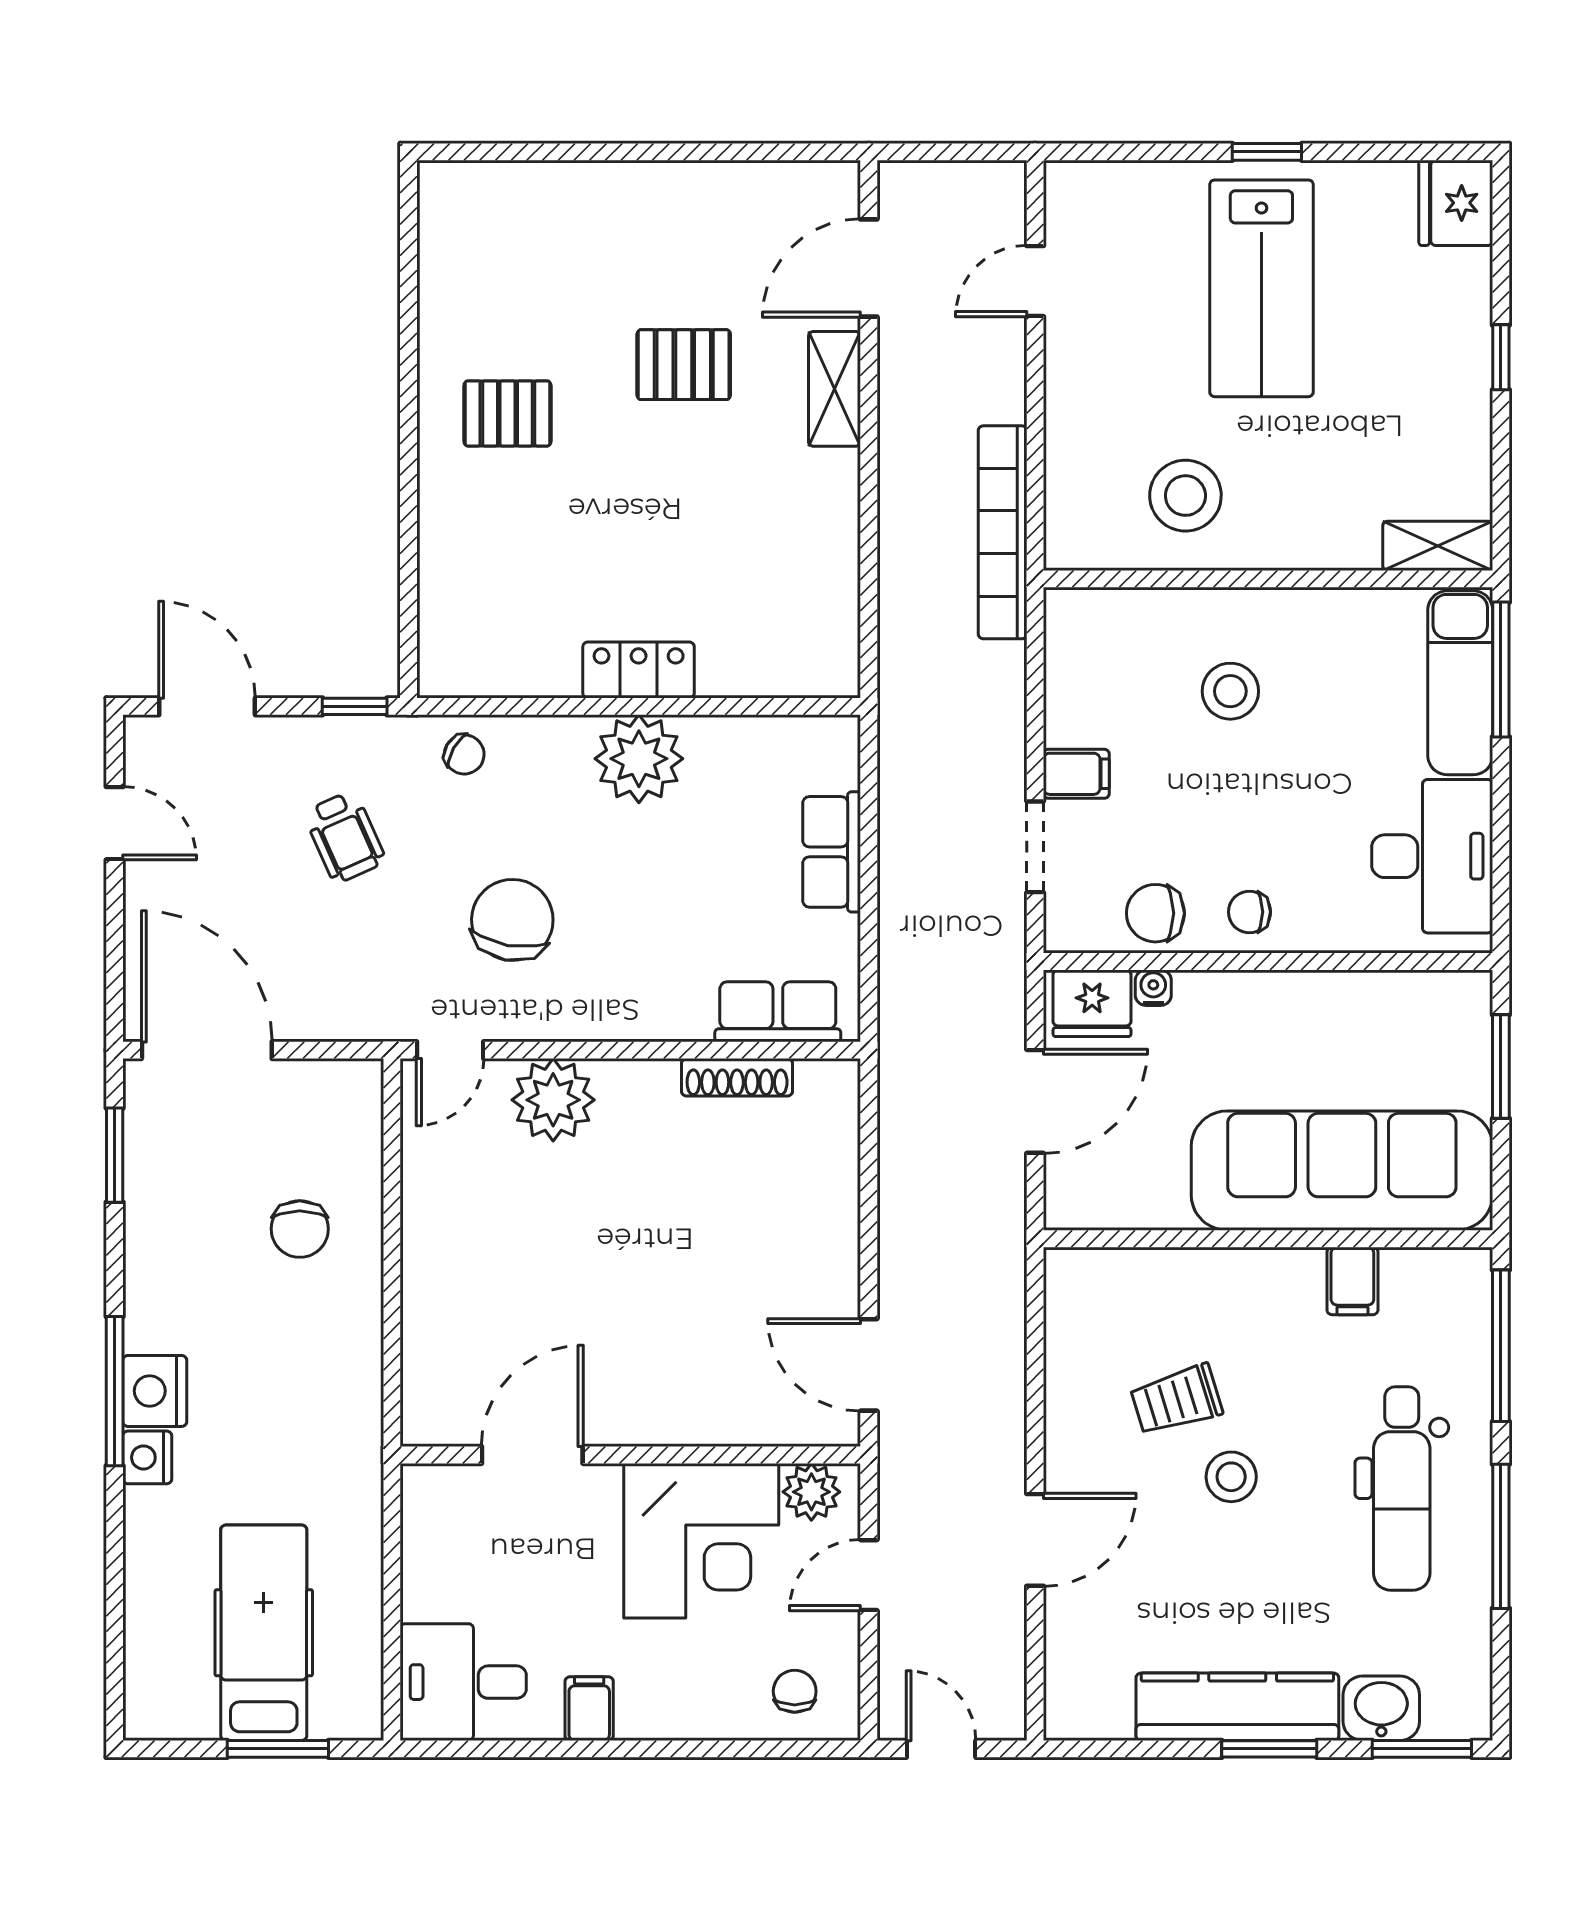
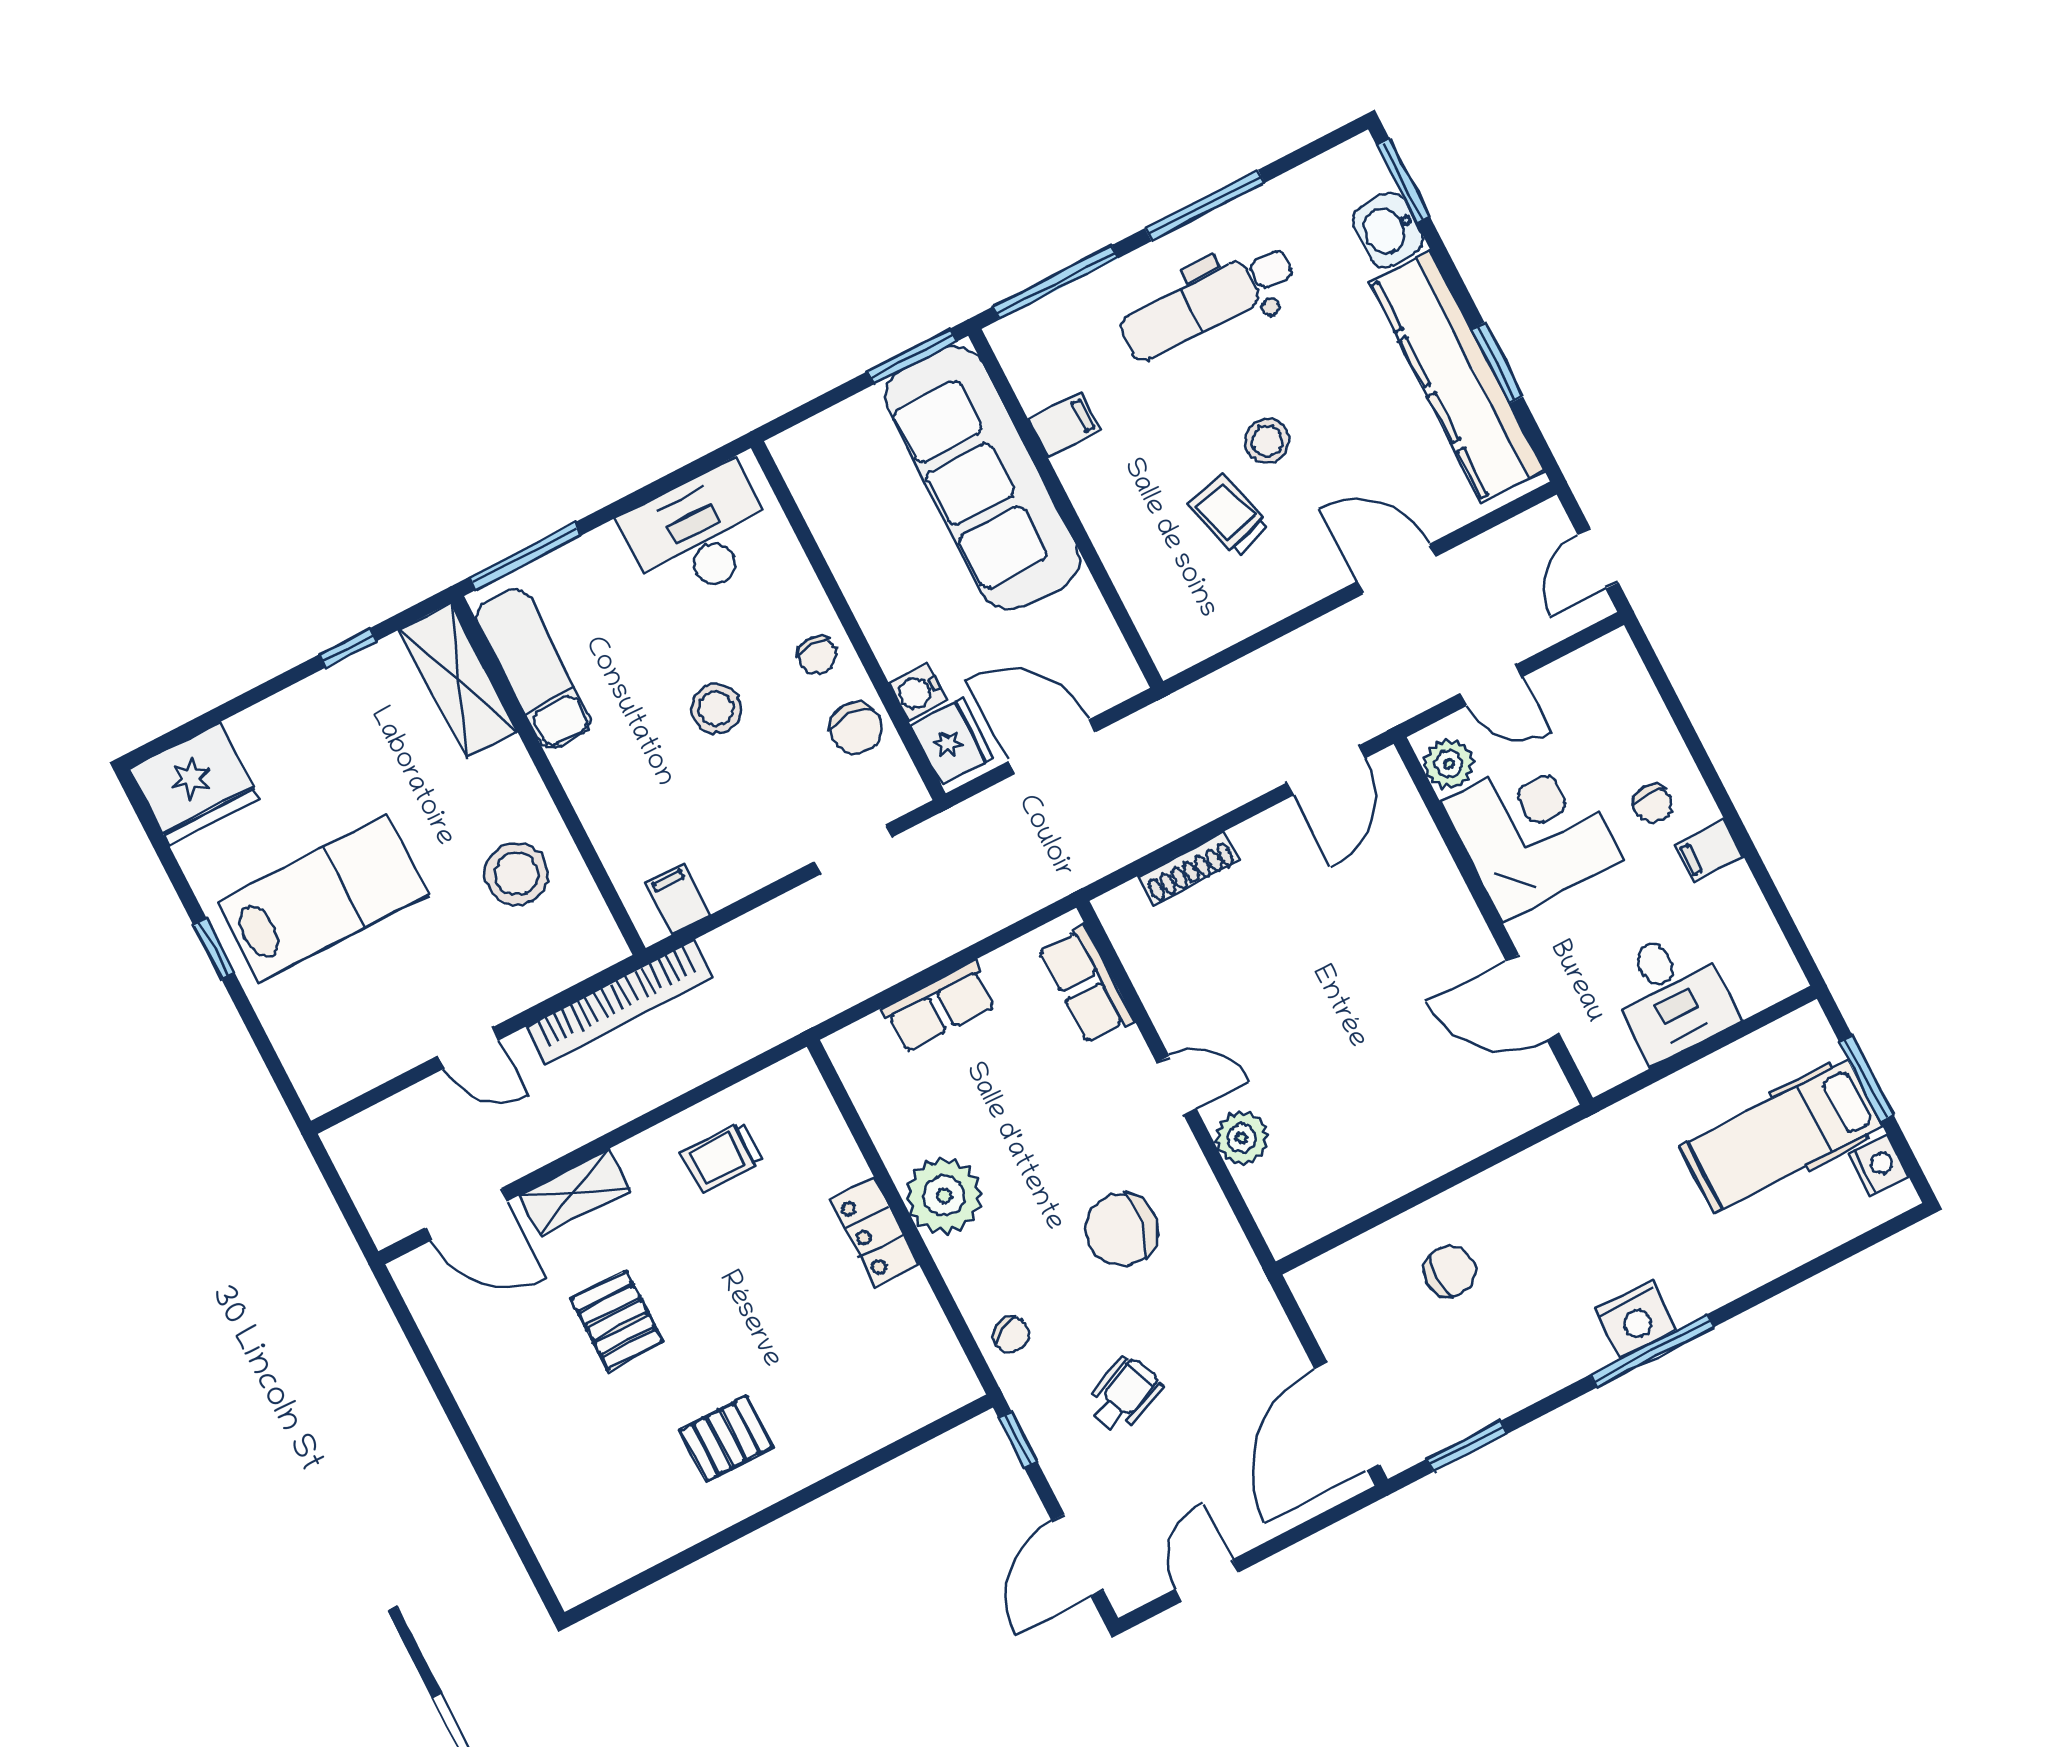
fridge: (1456, 203) -> (195, 784), width x1.36, depth x1.34
door: (1035, 281) -> (469, 1048), moved
window: (1501, 357) -> (348, 648), moved
pallet: (507, 413) -> (726, 1439), turned 90
shelving: (1438, 546) -> (458, 681), width x1.50, depth x1.33
trolley: (793, 555) -> (722, 1157), added
exam couch: (1460, 683) -> (533, 668), moved, turned -90
stool: (1230, 691) -> (716, 709), moved
chair: (464, 754) -> (1011, 1334), turned 120
filing cabinet: (1076, 774) -> (677, 899), moved
water cooler: (1153, 988) -> (918, 692), width x1.38, depth x1.38
door: (450, 1050) -> (1176, 1086), moved
window: (1501, 1067) -> (912, 356), moved
shoe rack: (737, 1077) -> (1189, 868), moved, turned 90
plant: (553, 1100) -> (1242, 1138), width x0.73, depth x0.73
trolley: (1176, 1400) -> (1229, 515), turned 180
nightstand: (147, 1457) -> (1879, 1165), moved, turned -90
dental chair: (1402, 1488) -> (1207, 302), turned 180
desk: (463, 1682) -> (1671, 995), moved
chair: (795, 1691) -> (1653, 804), moved, turned -90
kitchen counter: (1237, 1707) -> (1457, 376), width x1.39, depth x1.17
window: (1269, 1749) -> (1497, 363), moved

